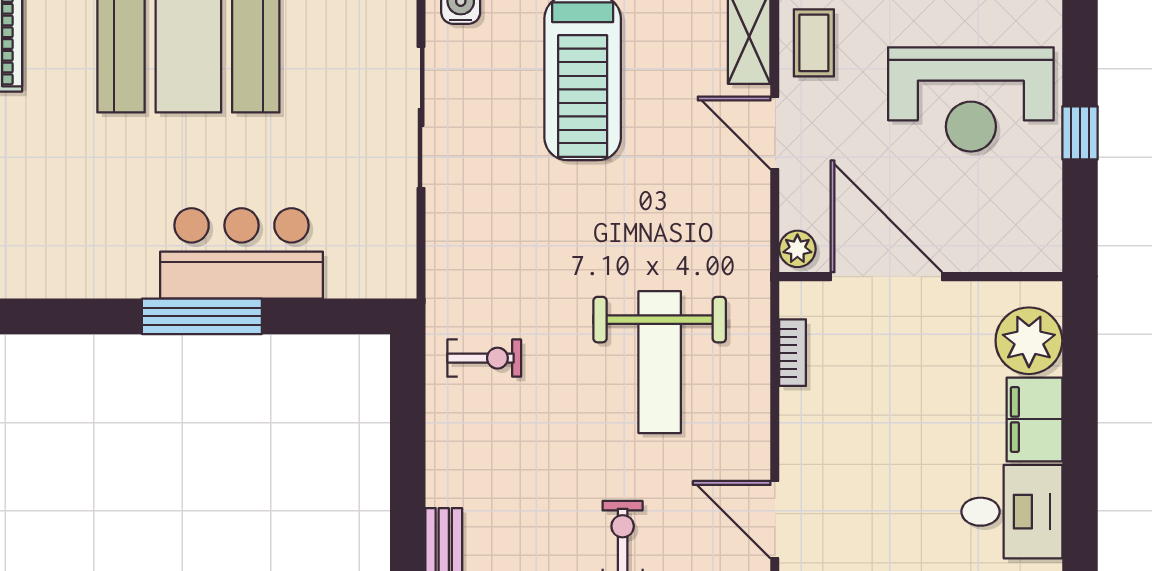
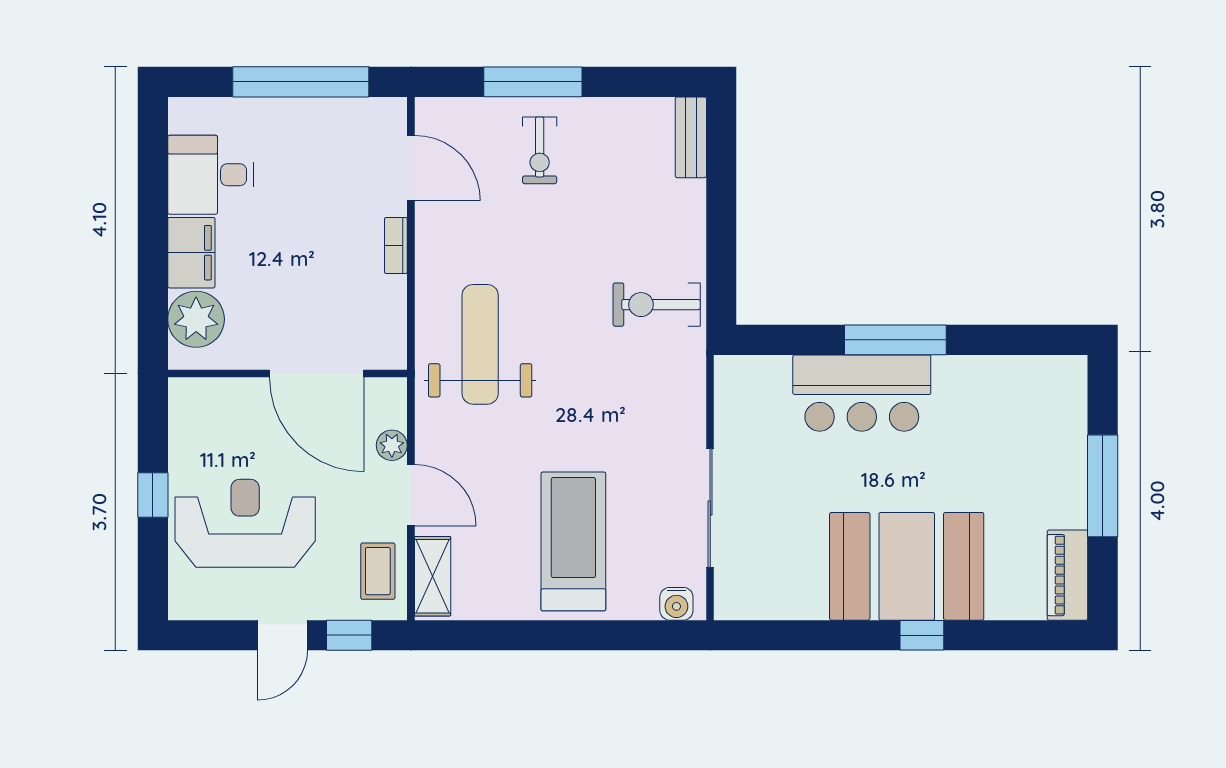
plant: (797, 249) -> (392, 445), moved
bookcase: (793, 353) -> (396, 245), moved
exercise bike: (484, 358) -> (657, 305), width x1.38, depth x1.39
weight bench: (660, 362) -> (480, 344), moved

